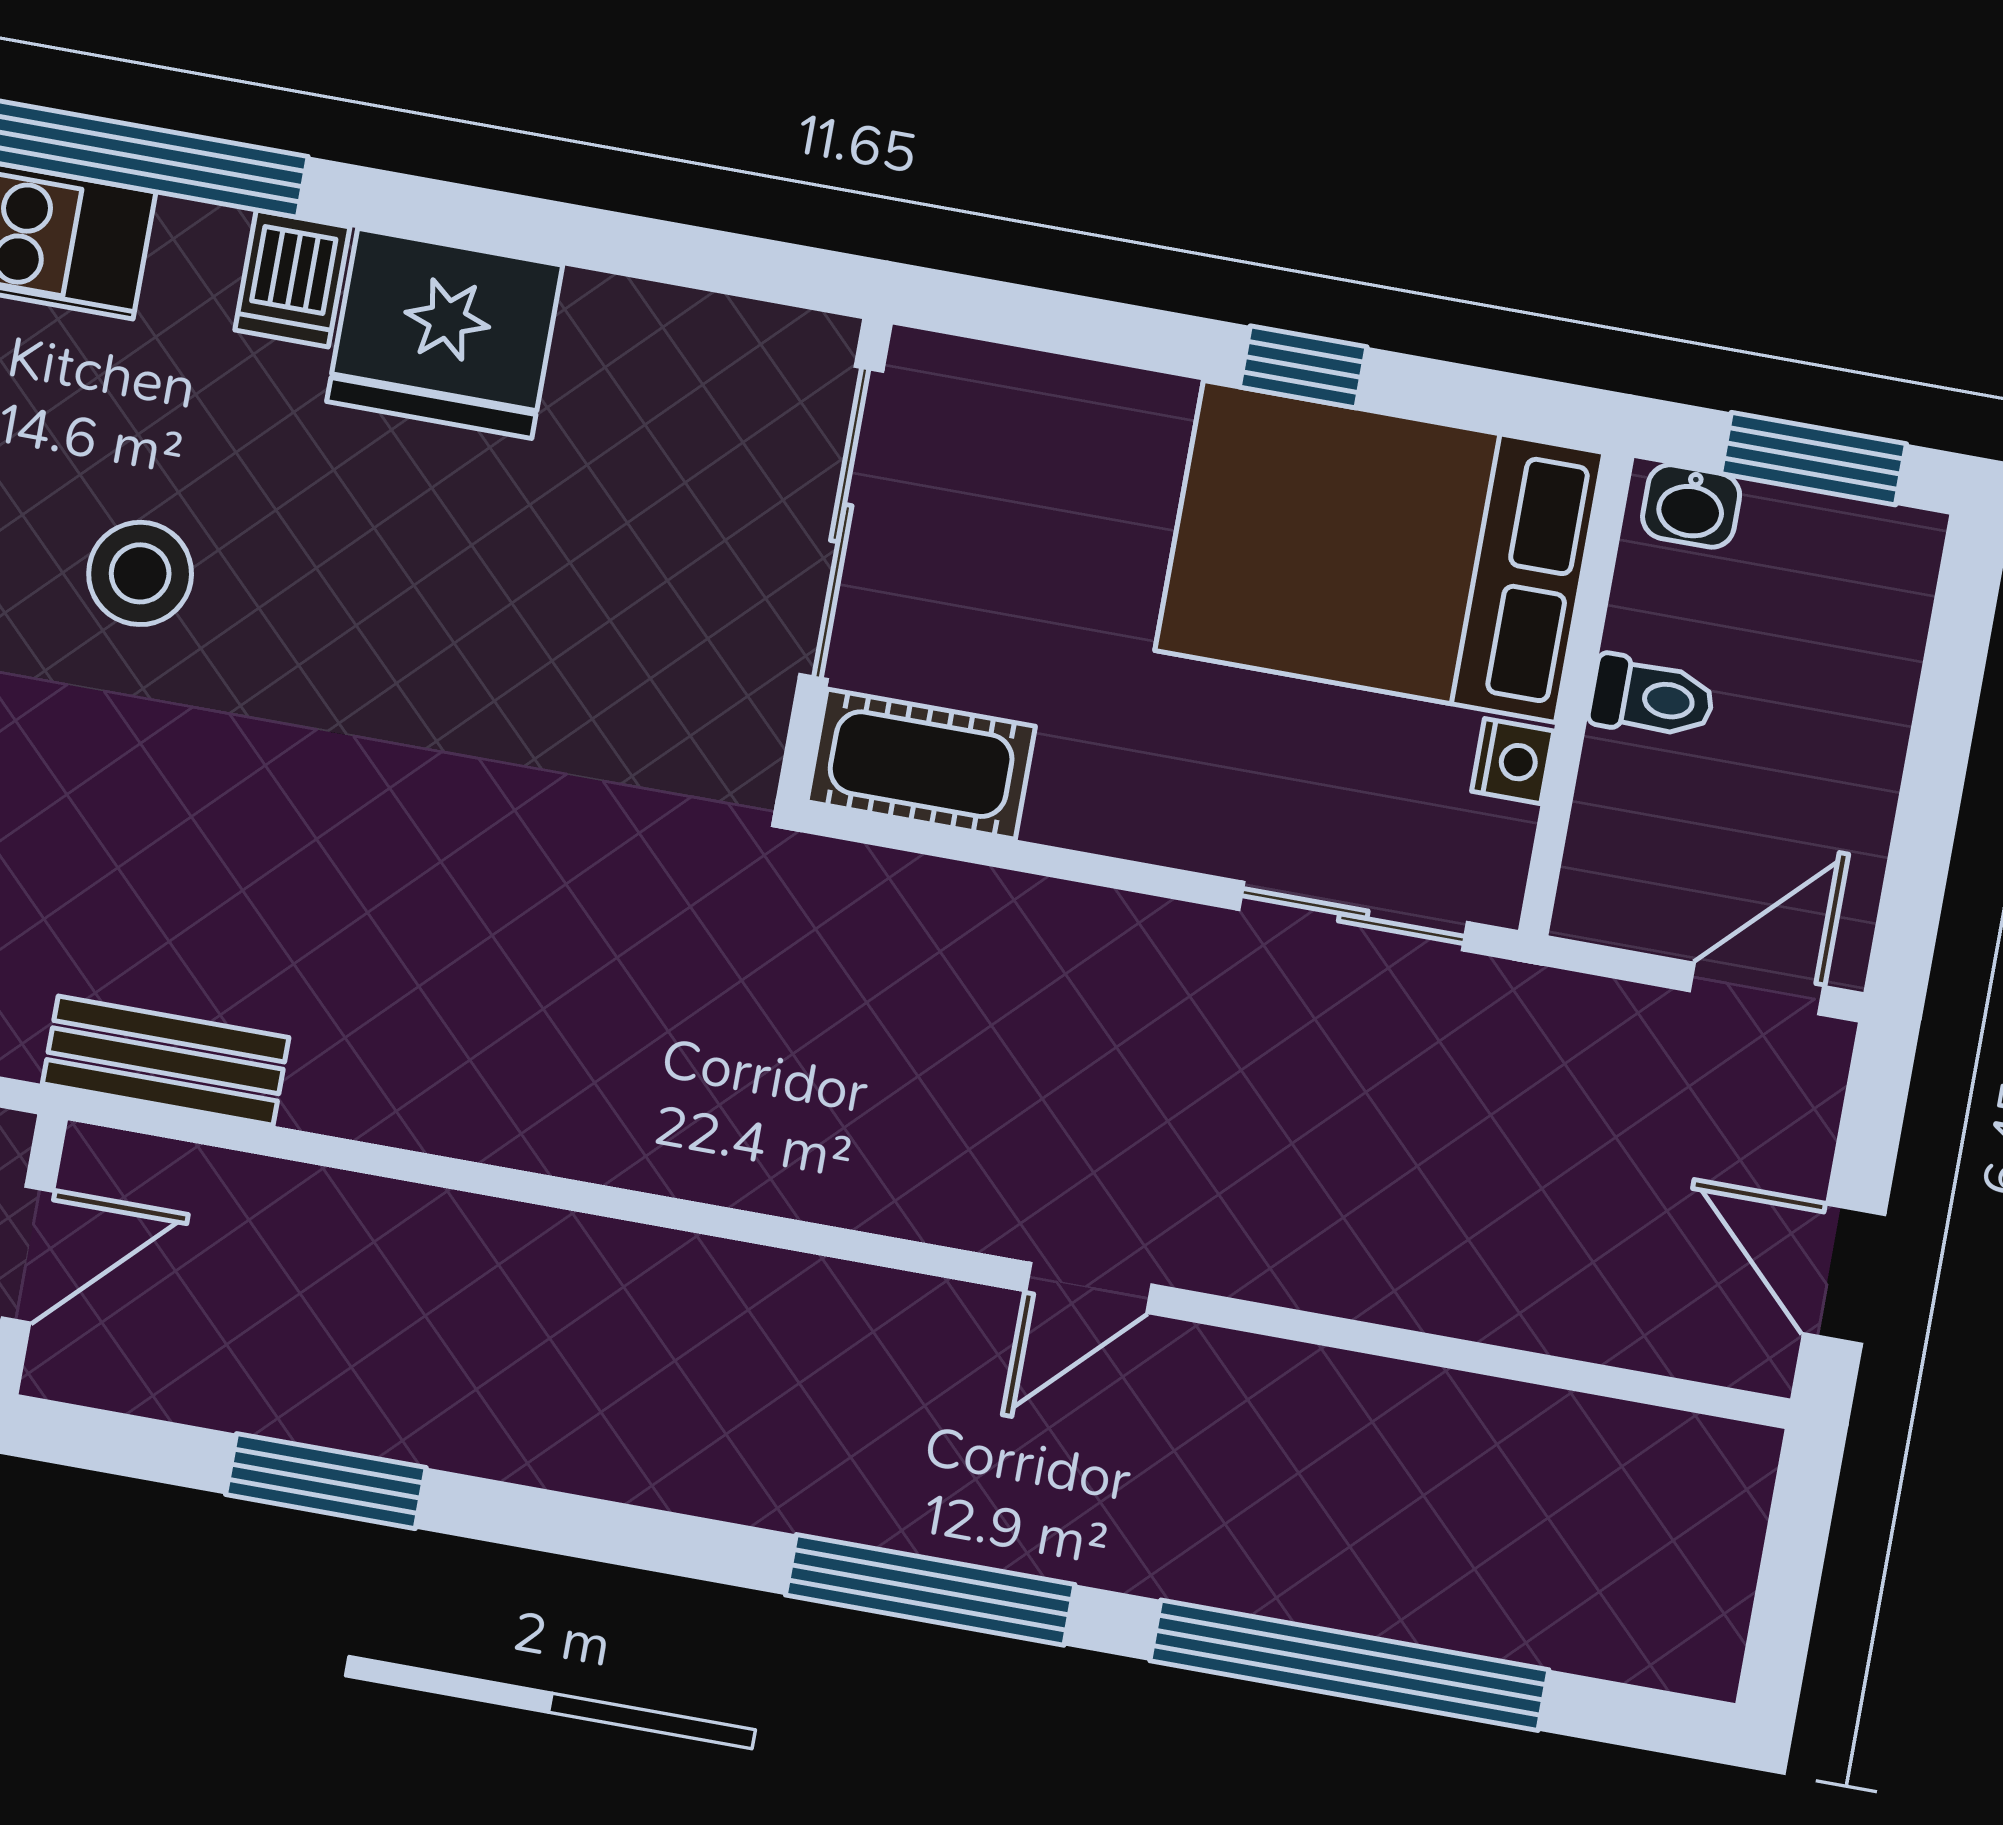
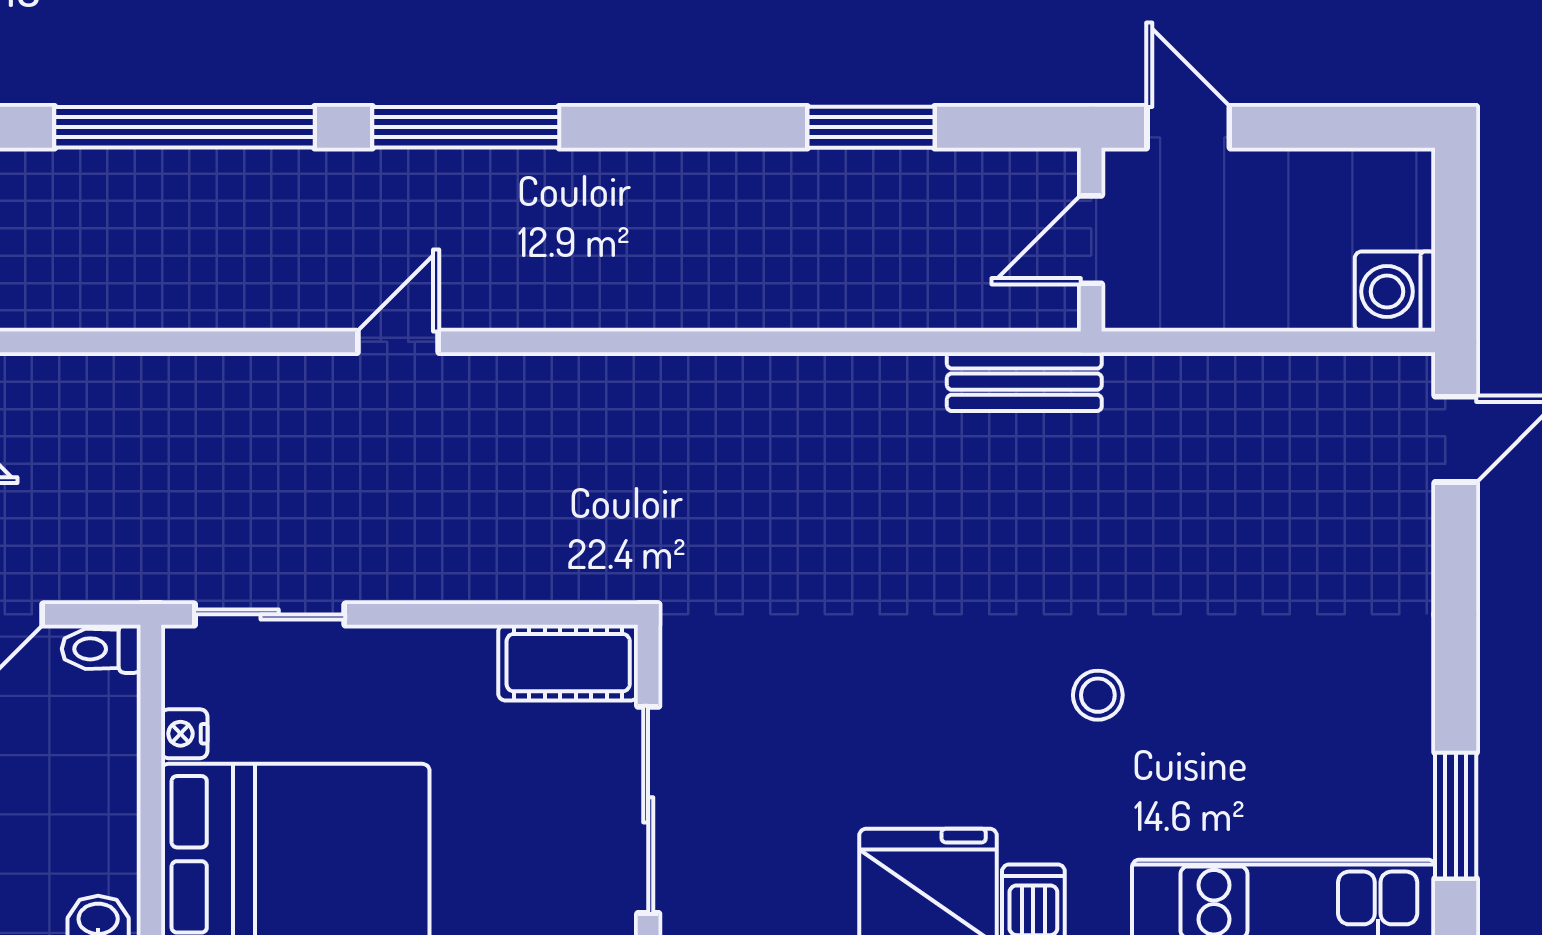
stool: (140, 573) -> (1098, 695), width x0.73, depth x0.73
toilet: (1652, 698) -> (101, 649), moved

